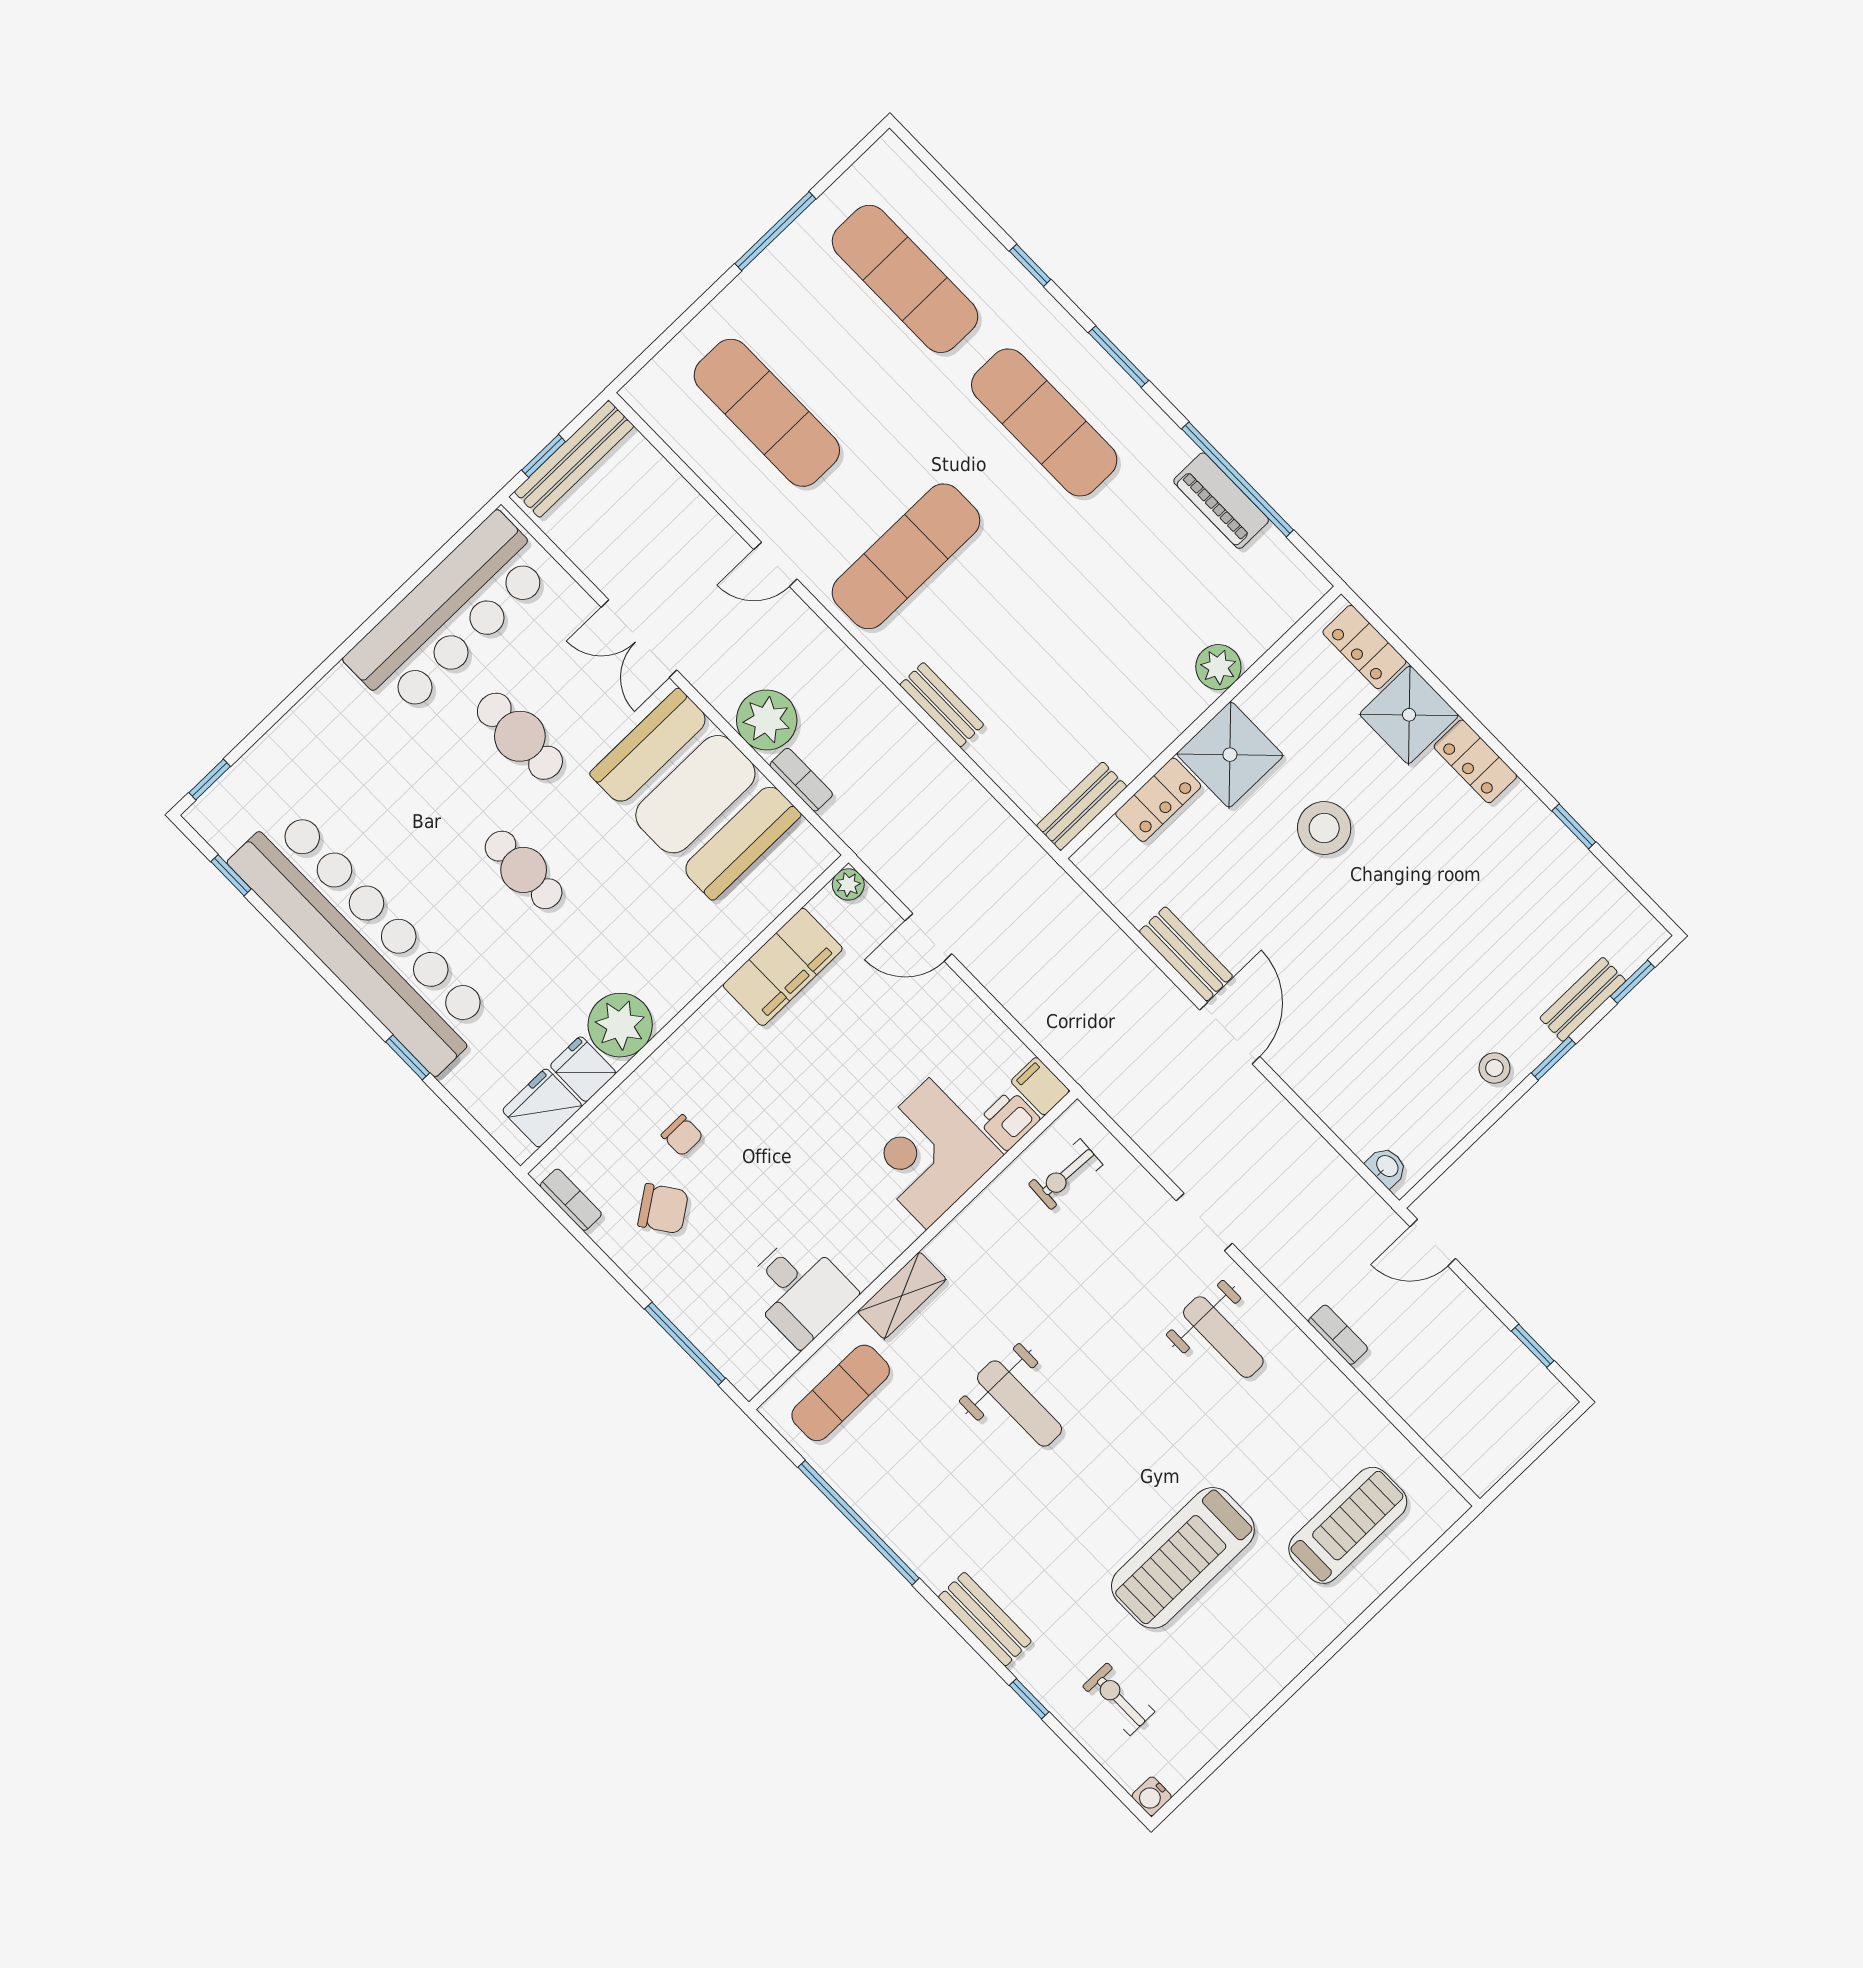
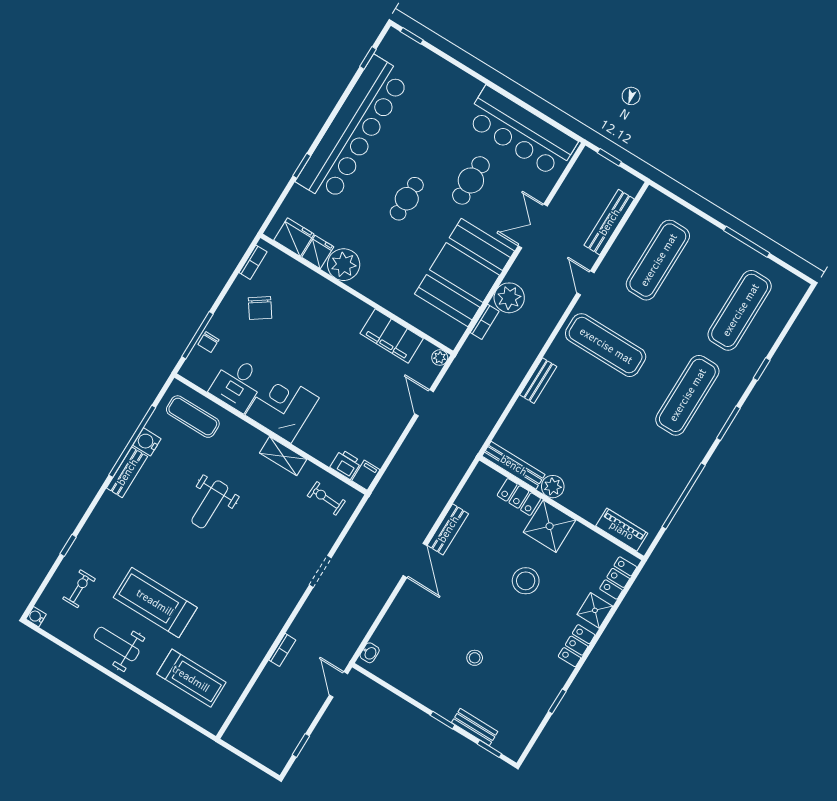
bench: (574, 459) -> (609, 222), moved, turned 90
piano: (1221, 501) -> (622, 530), moved, turned 90
plant: (1218, 667) -> (553, 487), moved
shower: (1409, 715) -> (595, 610), width x0.73, depth x0.73
bench: (1082, 806) -> (514, 465), width x1.36
door: (1230, 1033) -> (415, 560), hinge flipped
stool: (1494, 1068) -> (475, 658), moved
chair: (682, 1135) -> (208, 342), moved
corner desk: (928, 1154) -> (282, 406), moved
shelving: (902, 1296) -> (283, 456), moved
weight bench: (1223, 1337) -> (117, 644), moved, turned 90
water cooler: (867, 1495) -> (147, 442), added
bench: (985, 1619) -> (127, 472), moved

